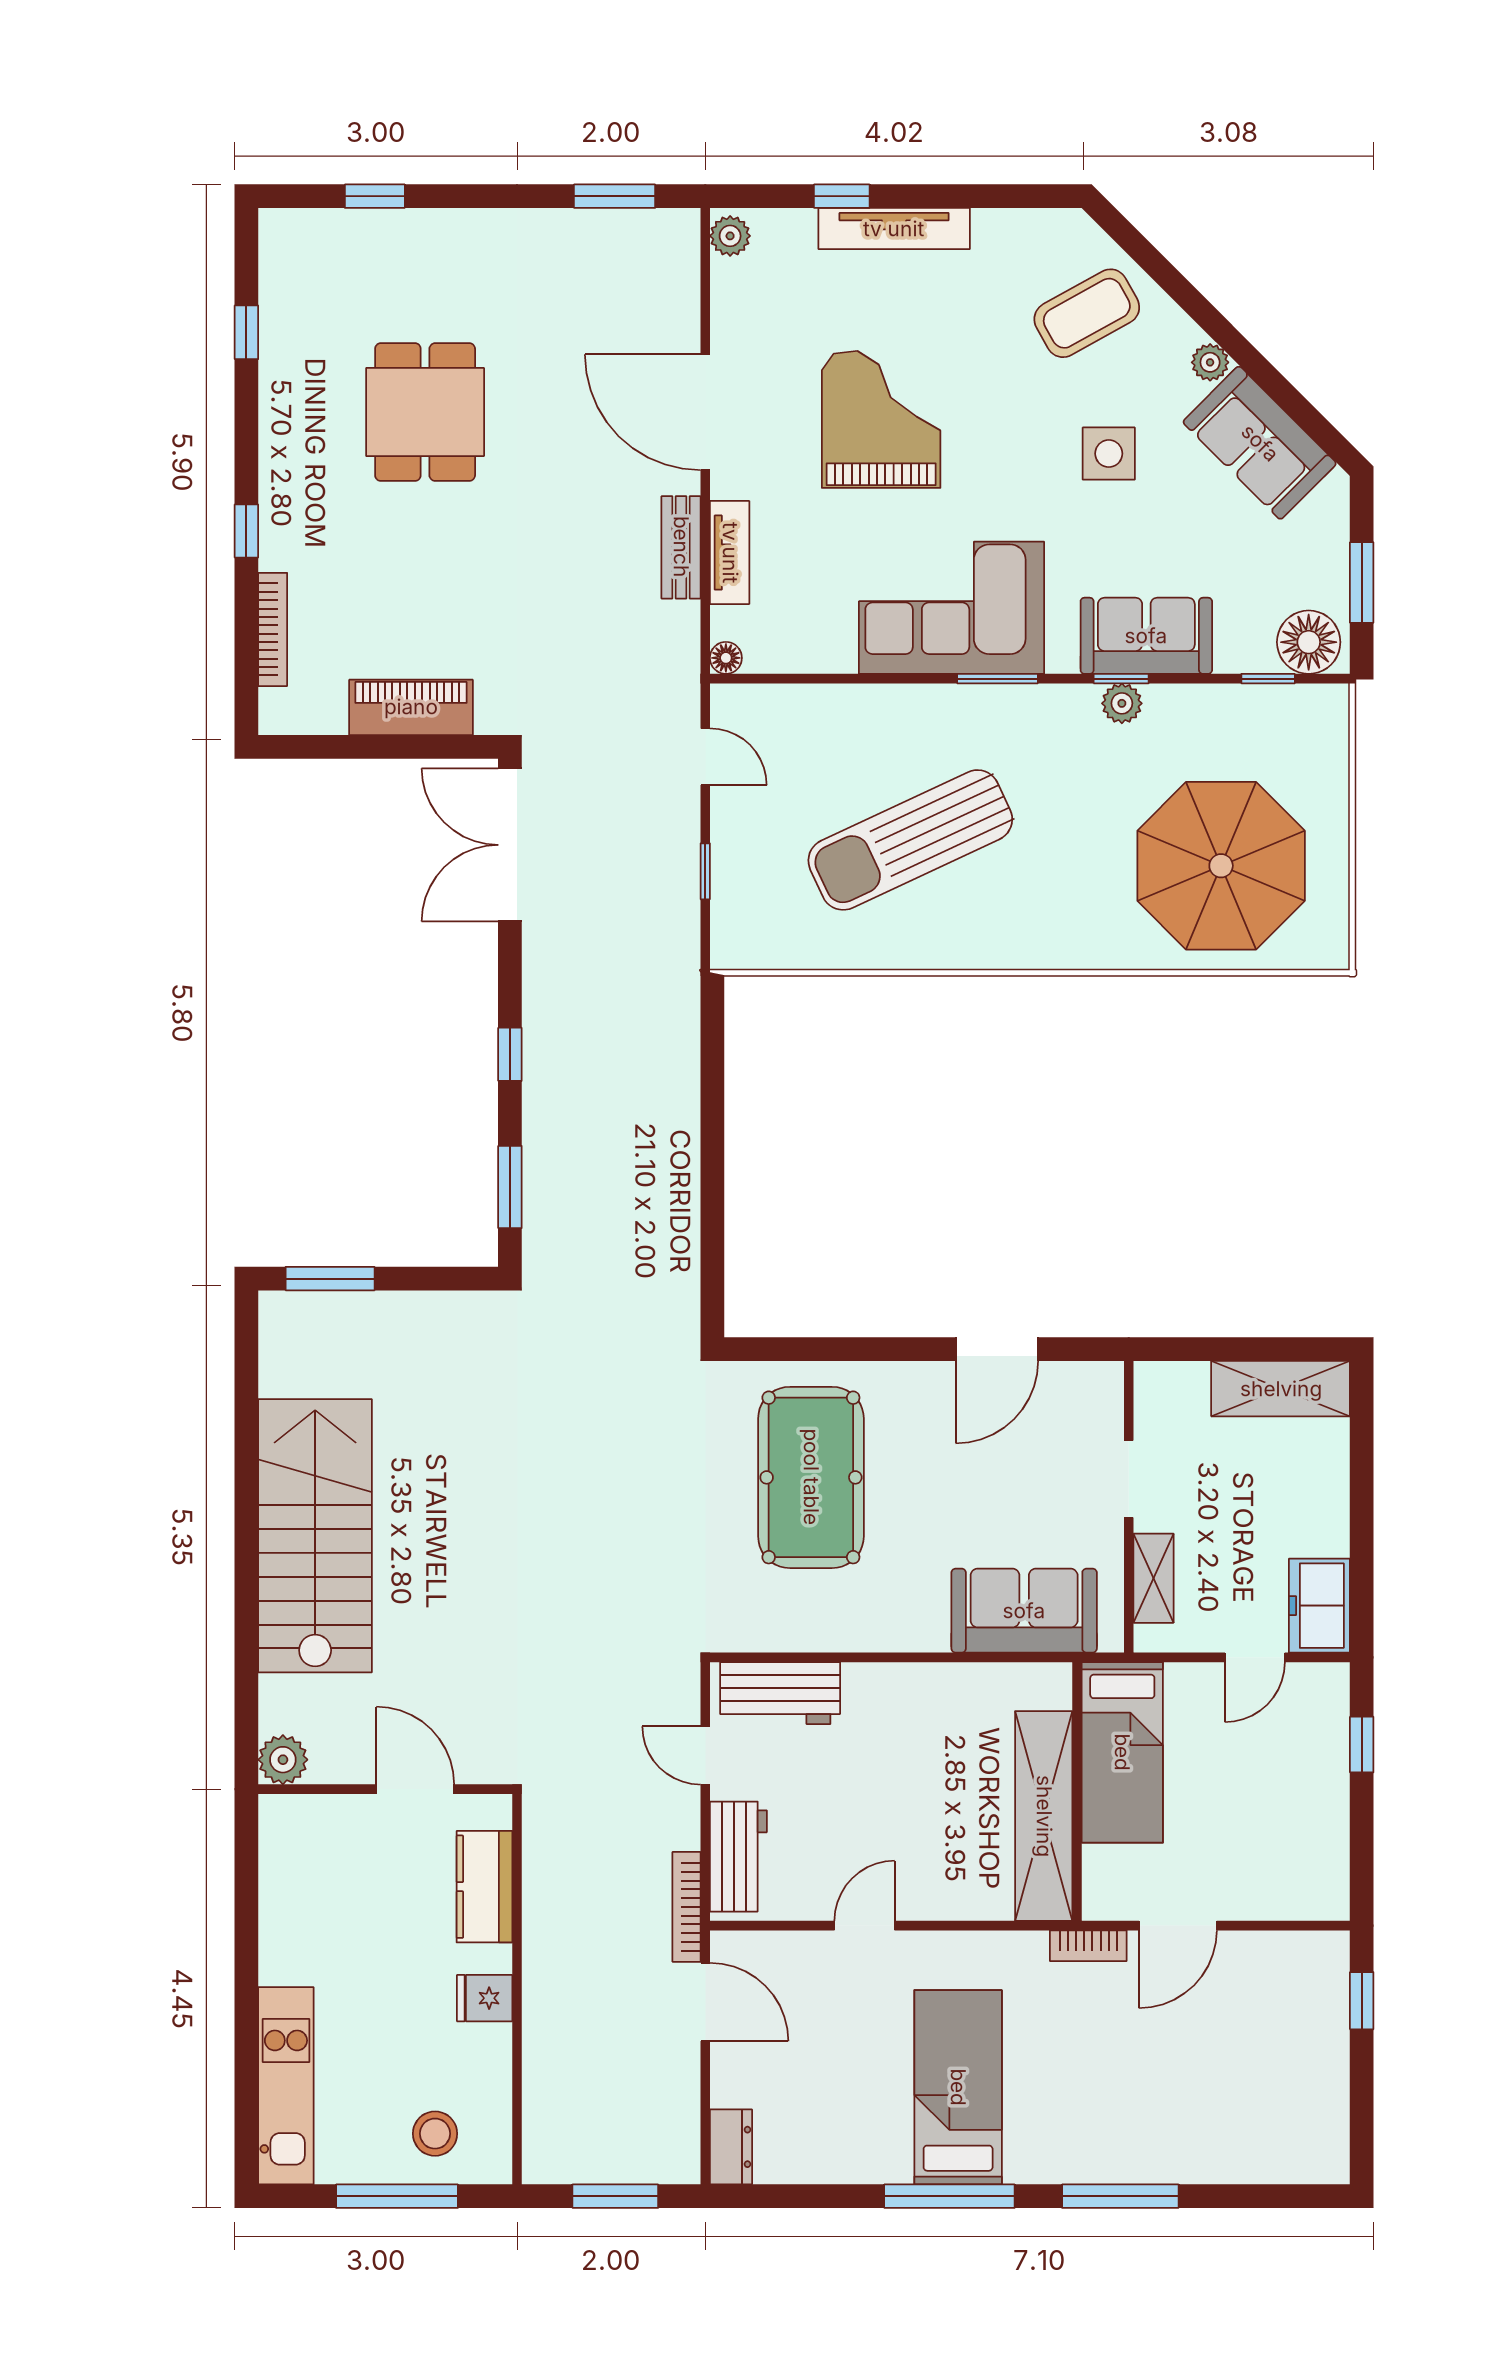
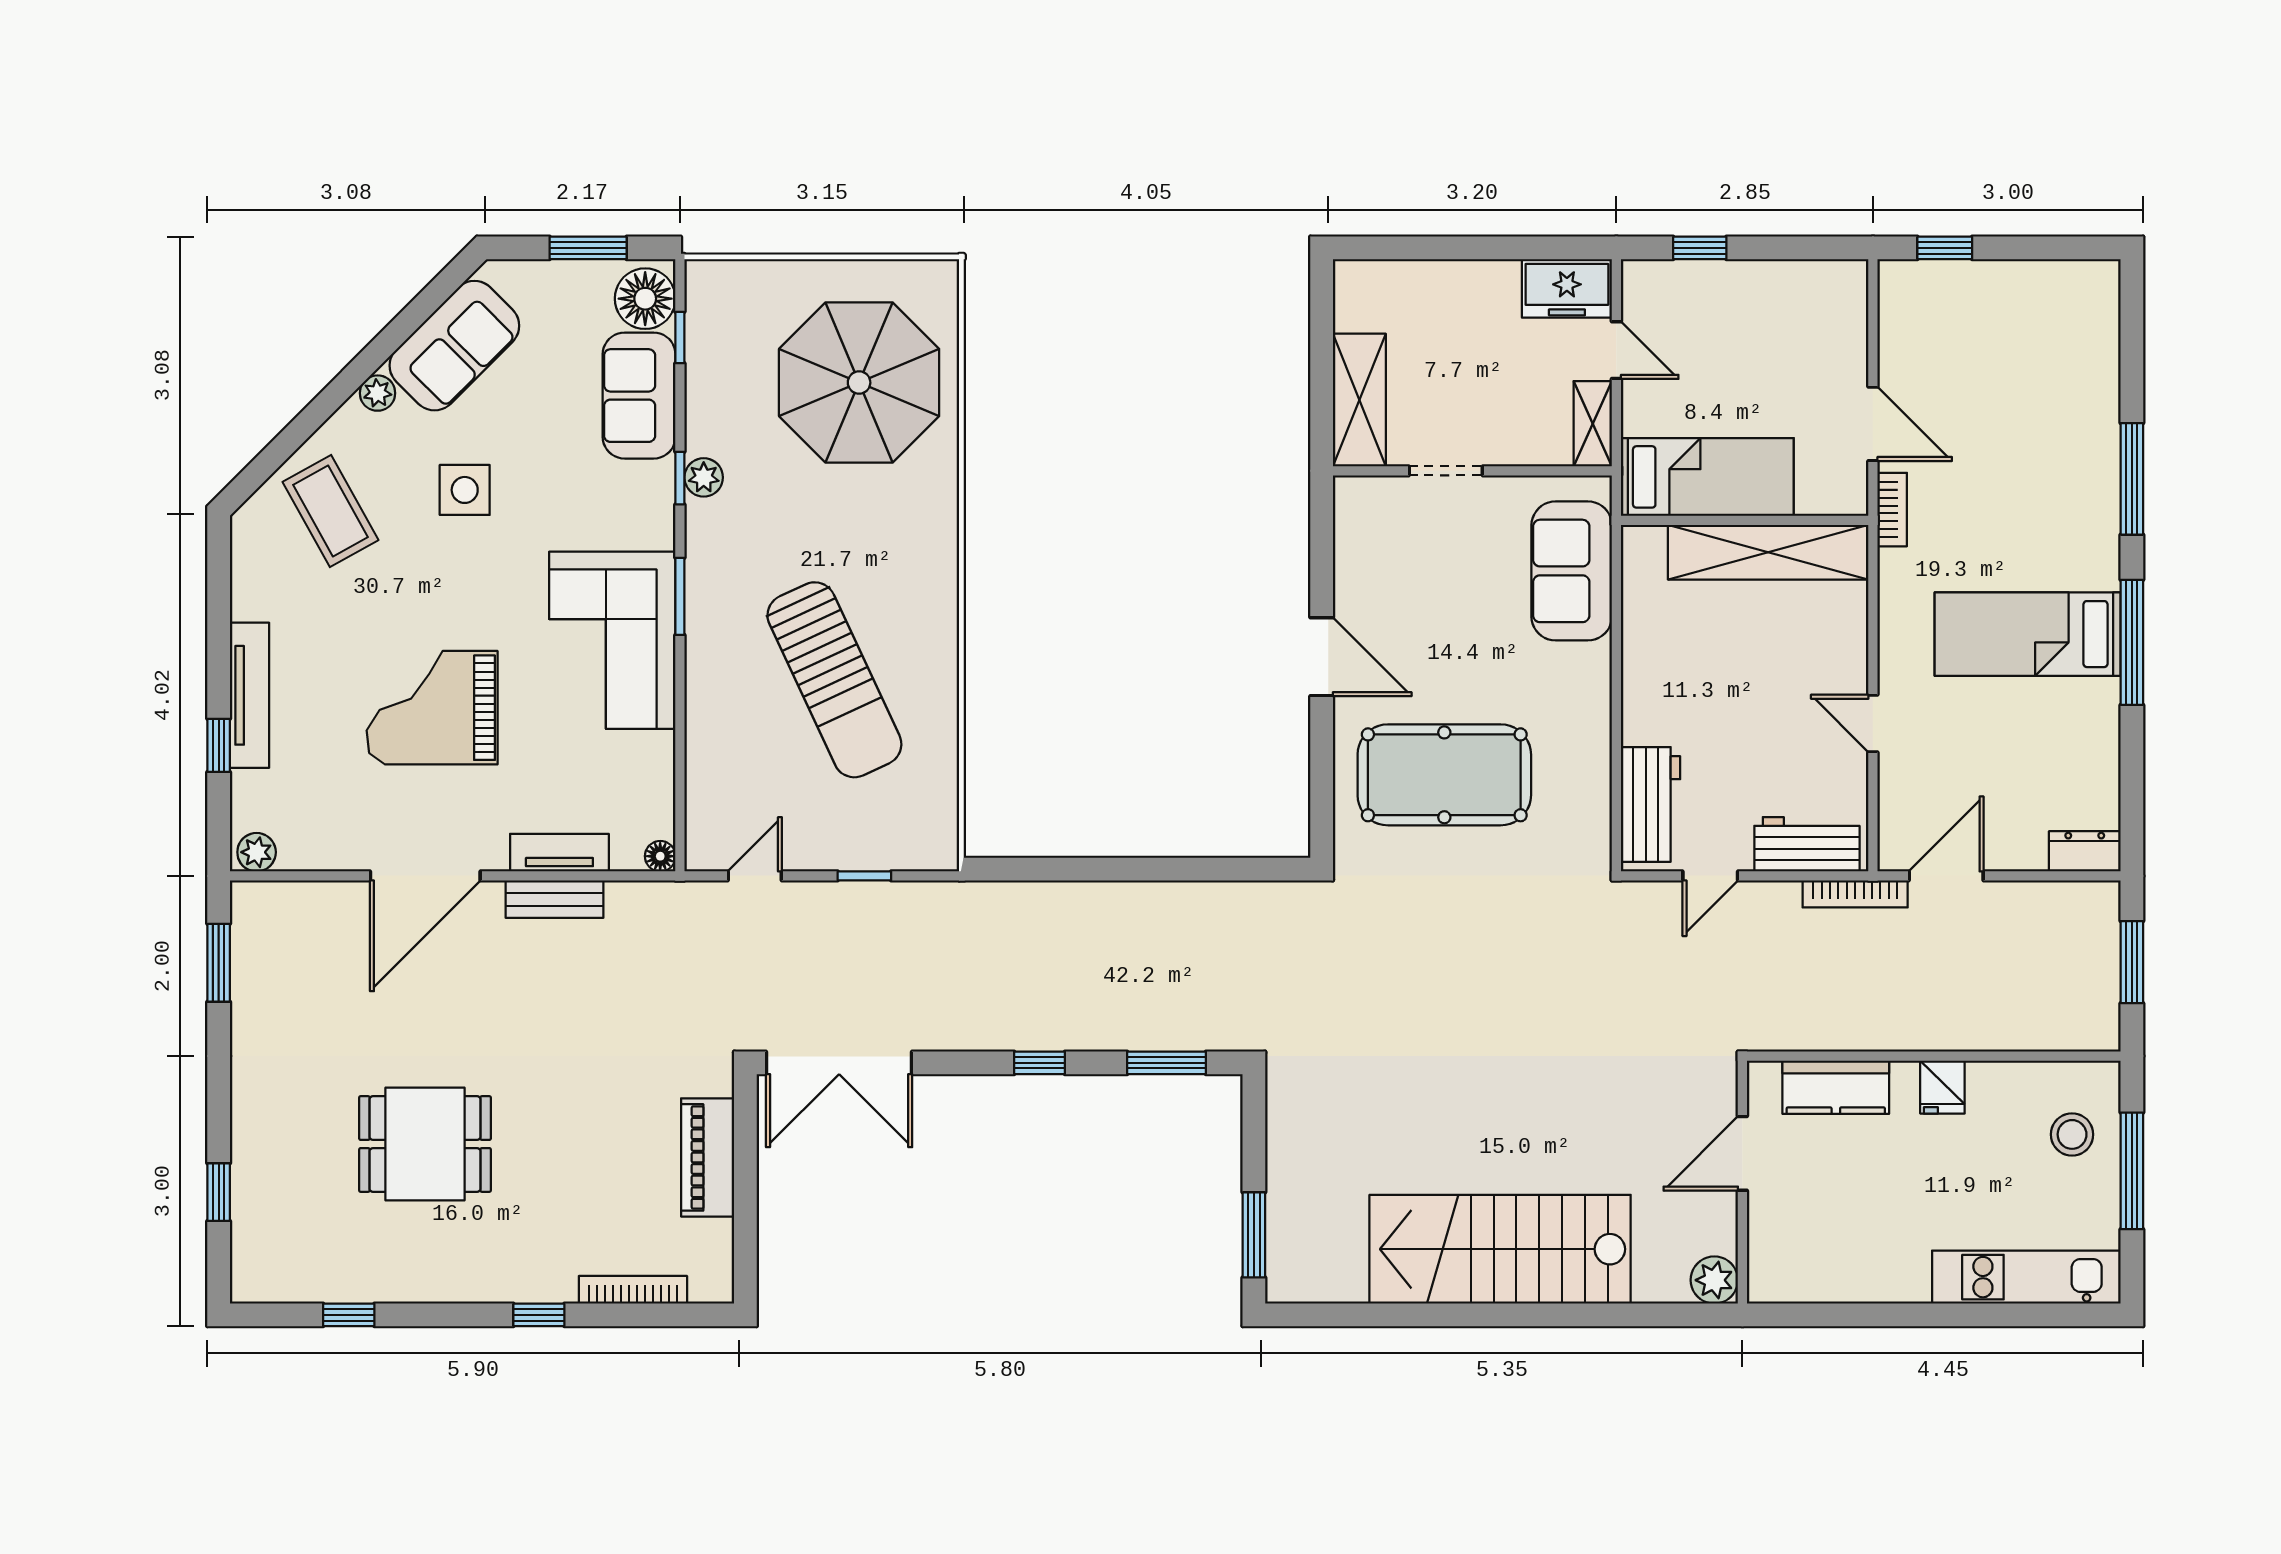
sofa: (1146, 636) -> (639, 396), moved
door: (997, 1349) -> (1322, 657), moved
shelving: (1281, 1389) -> (1359, 400), moved
shelving: (1154, 1578) -> (1593, 424), moved, turned 90

